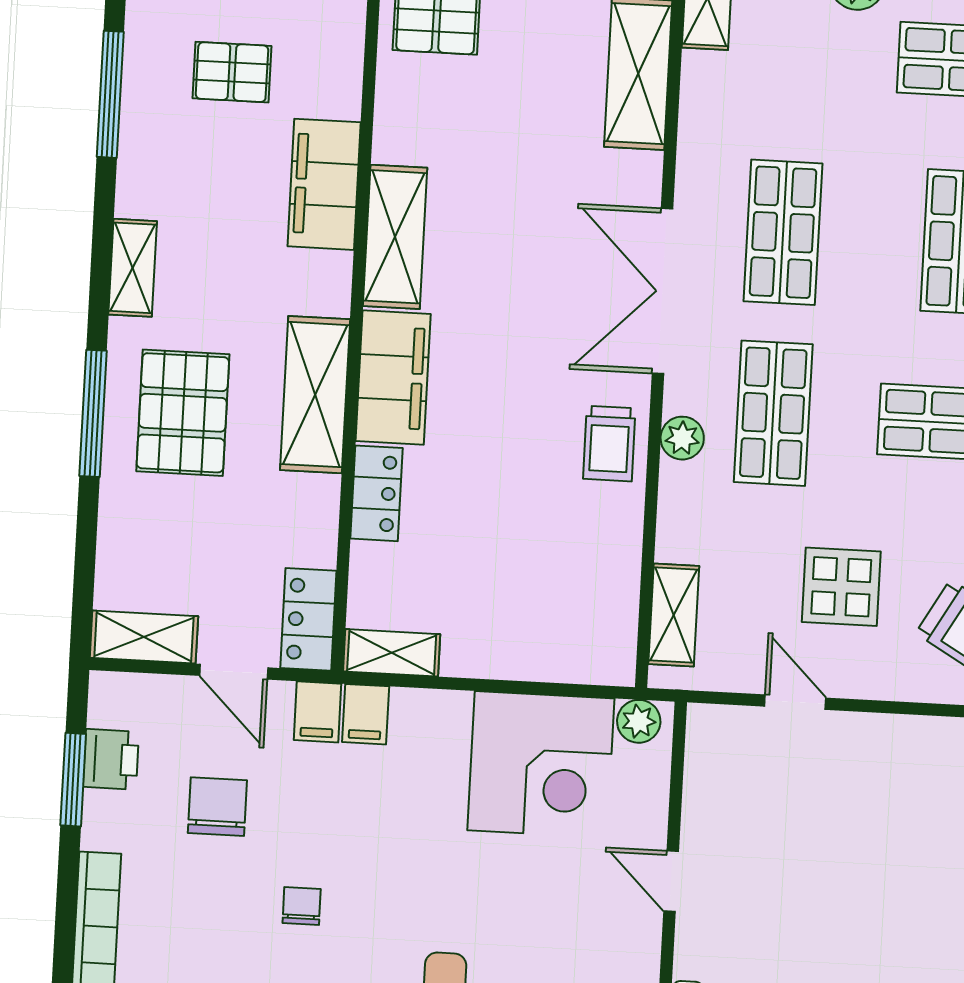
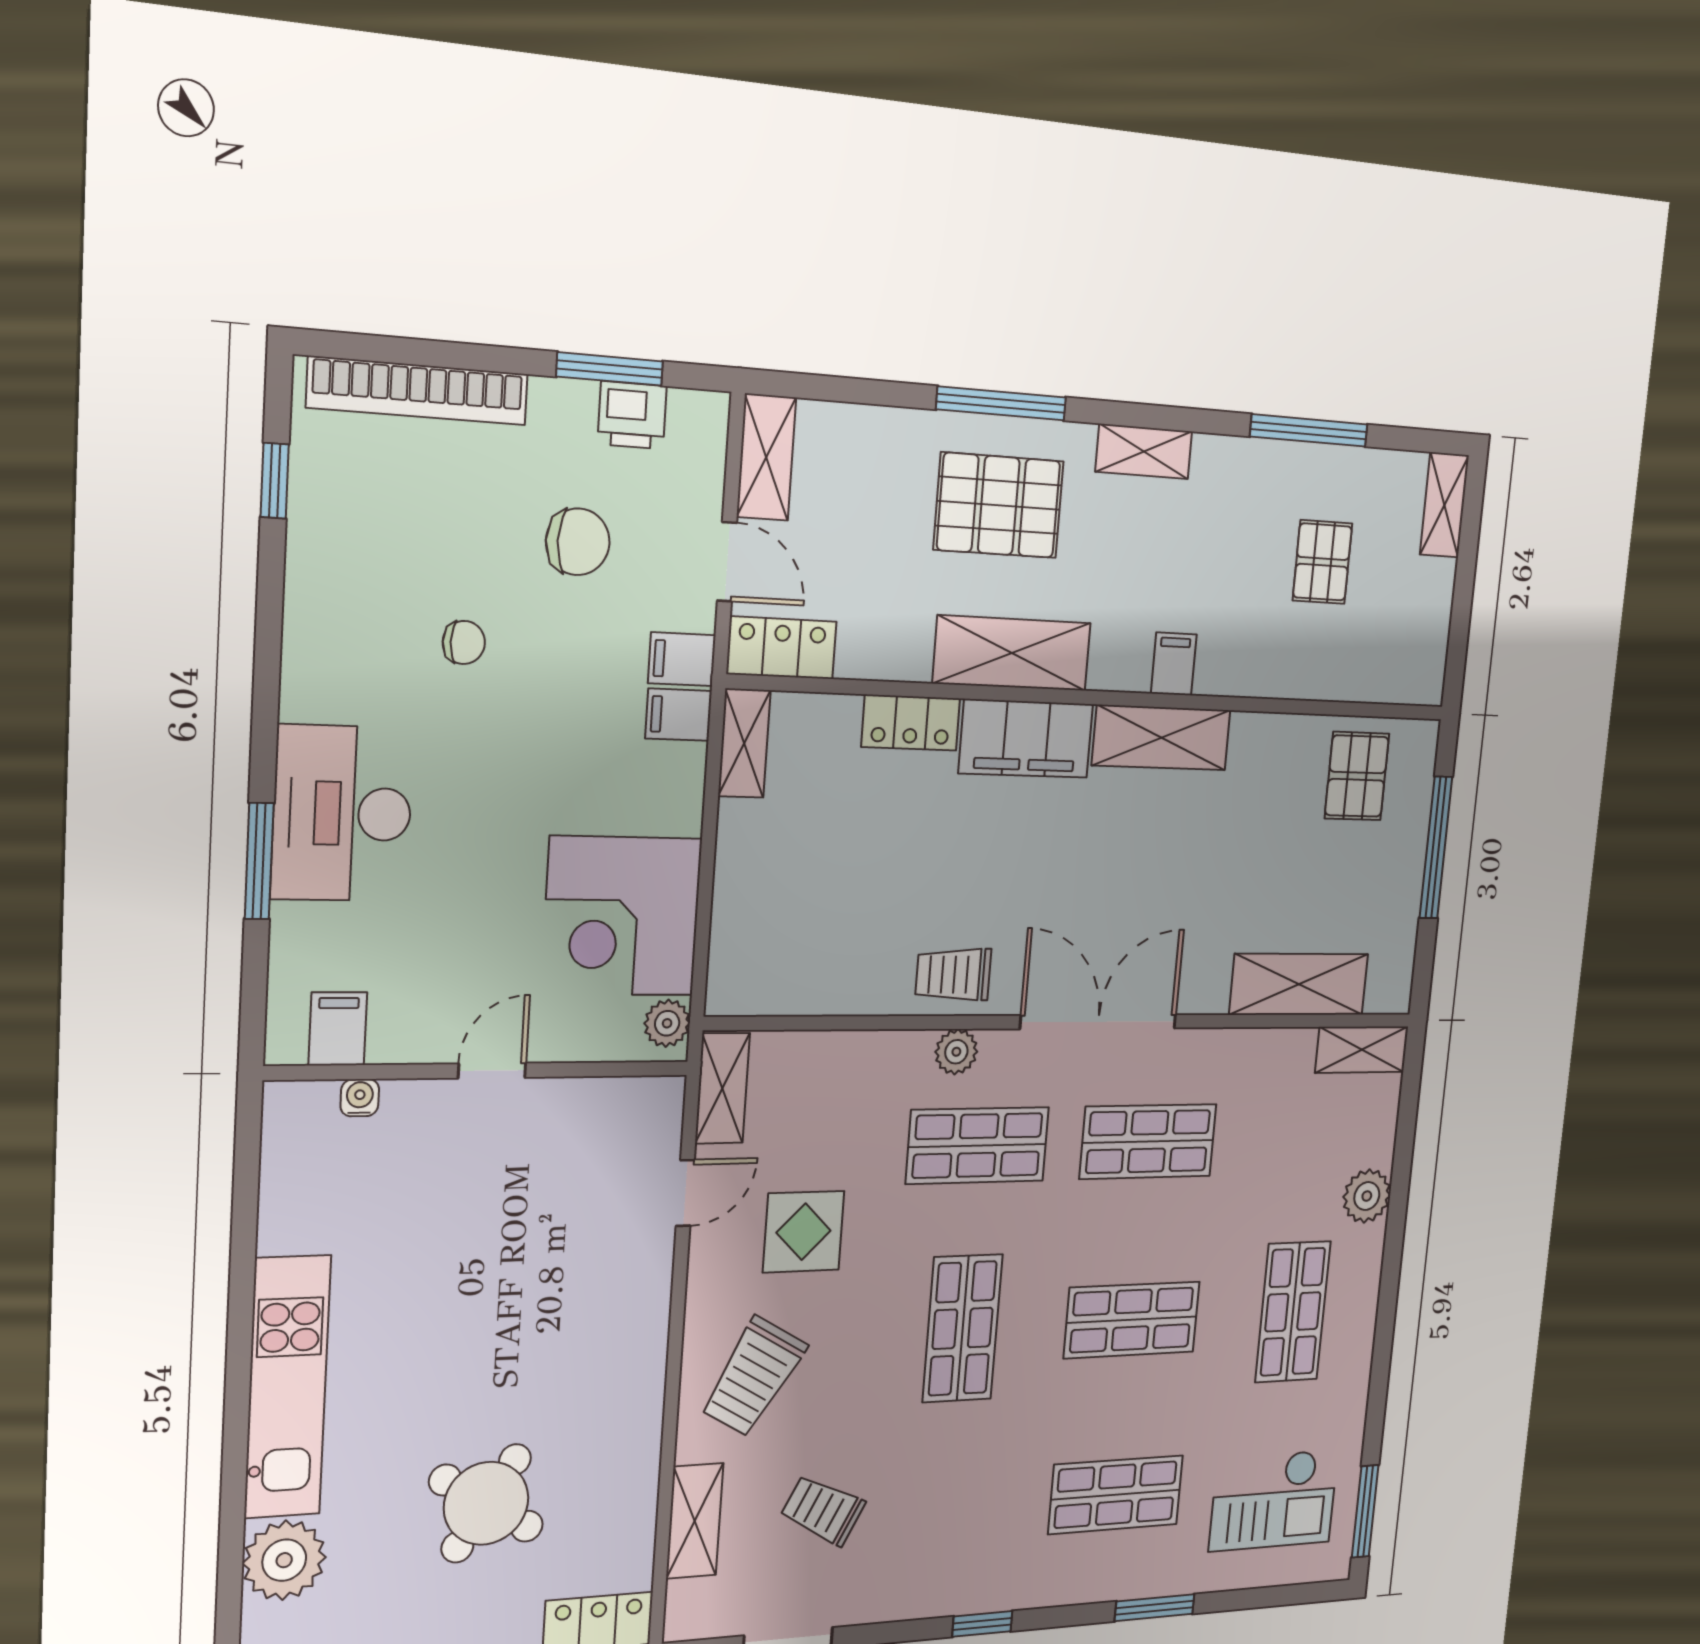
filing cabinet: (324, 184) -> (1174, 664), width x0.33, depth x0.86
shelving: (674, 615) -> (722, 1088), moved, turned 90
door: (234, 672) -> (727, 562), swing flipped

